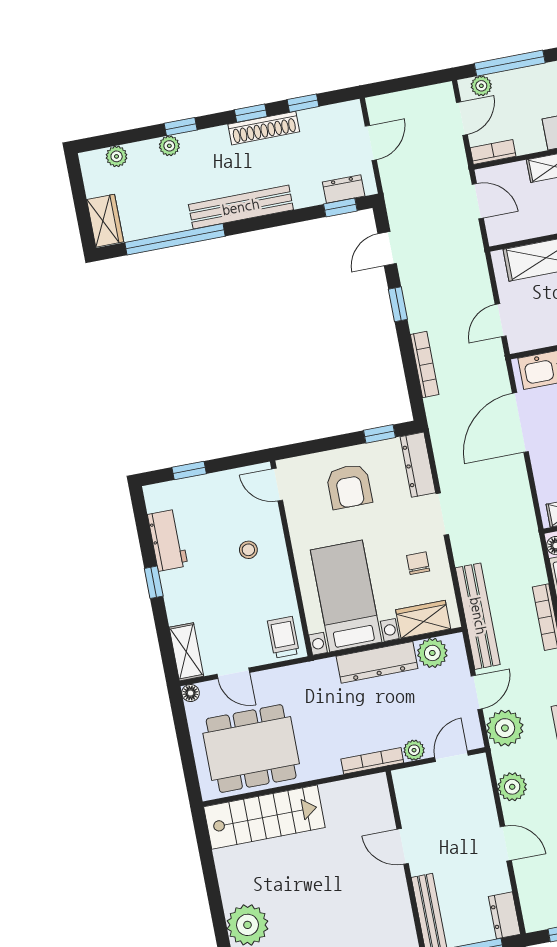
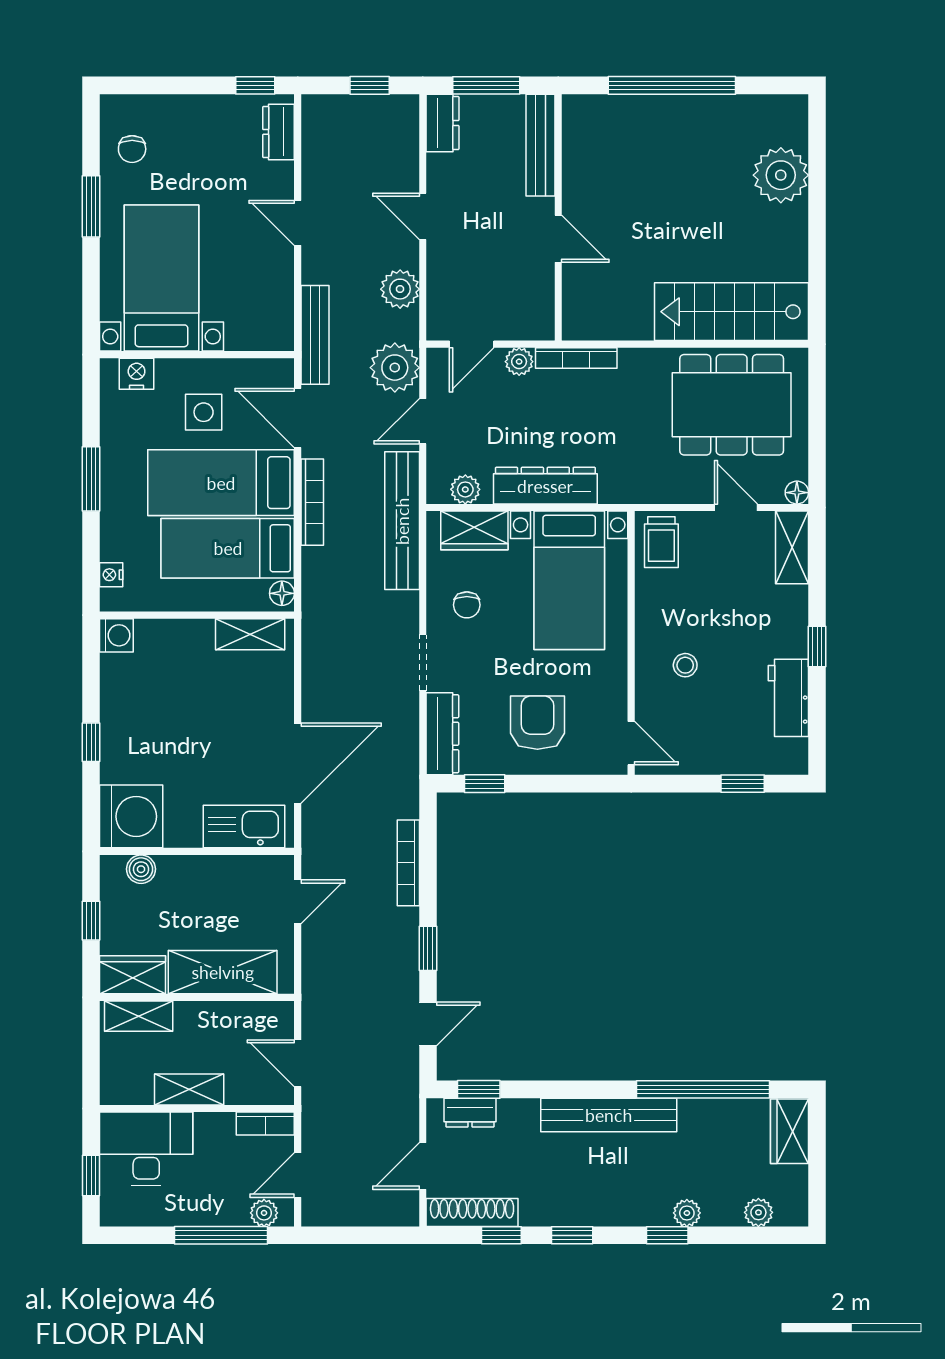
shoe rack: (264, 128) -> (472, 1212), moved
plant: (432, 653) -> (465, 489), width x0.73, depth x0.73

